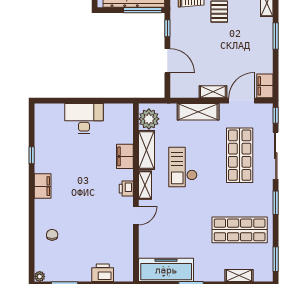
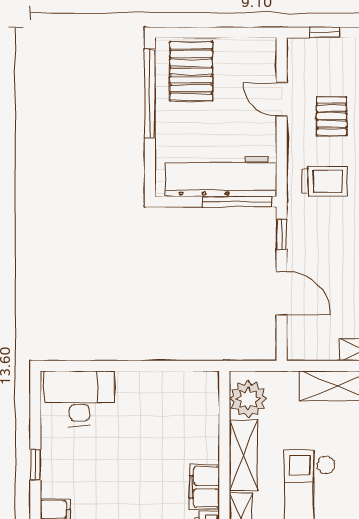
desk: (84, 119) -> (79, 398), moved
filing cabinet: (125, 156) -> (204, 487), moved

